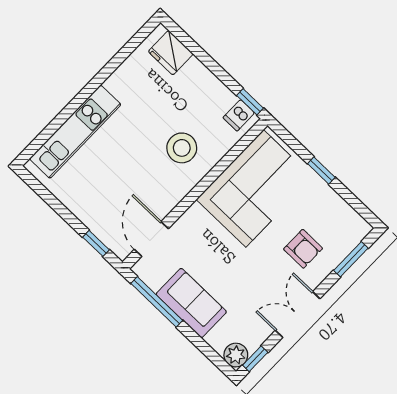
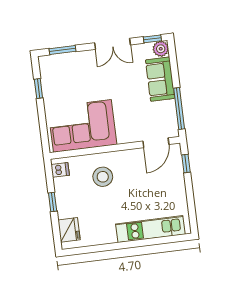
window: (250, 102) -> (53, 202), moved
window: (321, 170) -> (38, 88), moved
armchair: (303, 249) -> (83, 75), removed
sofa: (191, 303) -> (160, 79), moved

